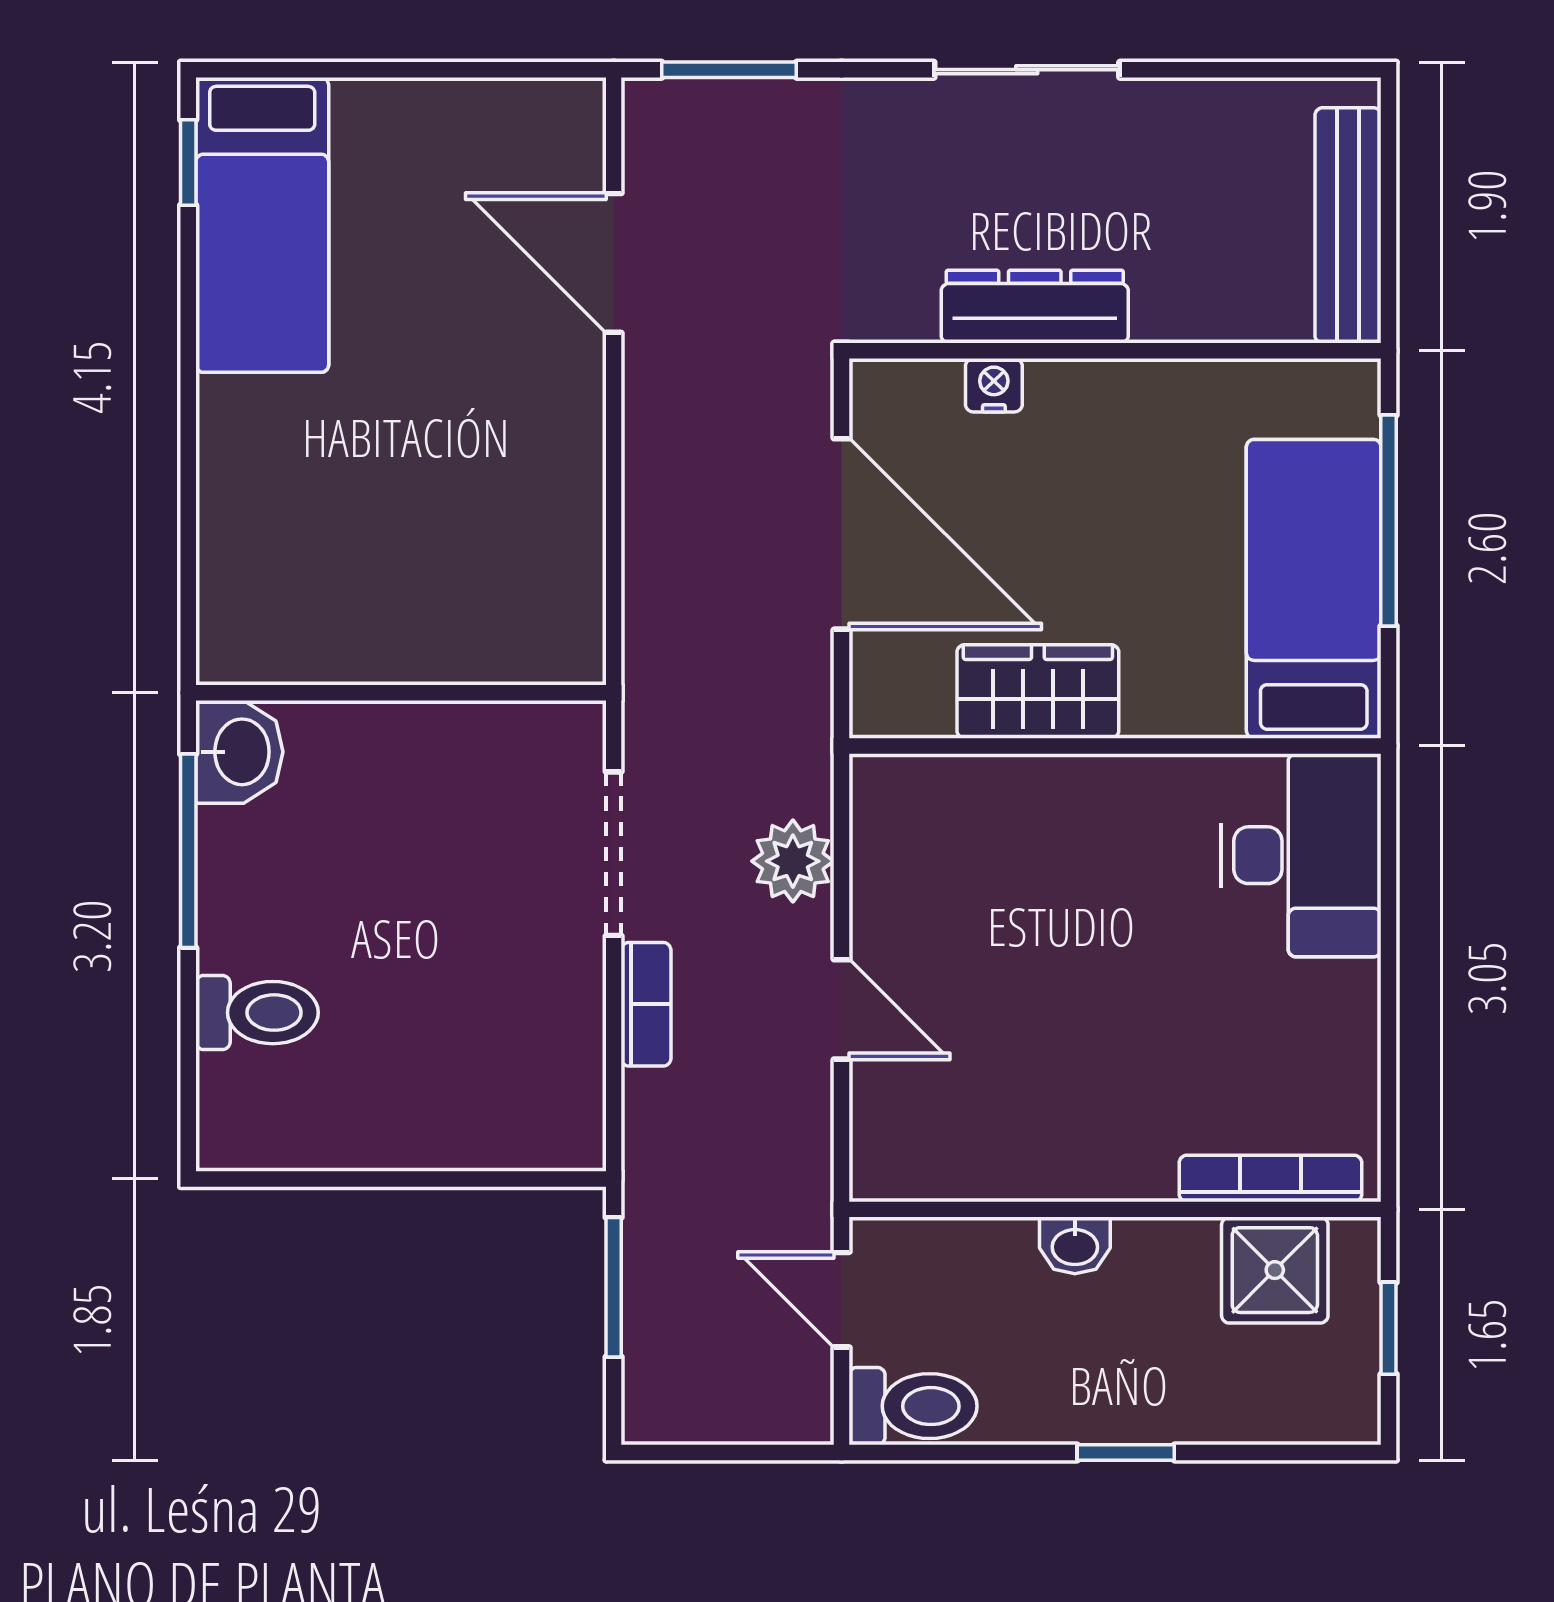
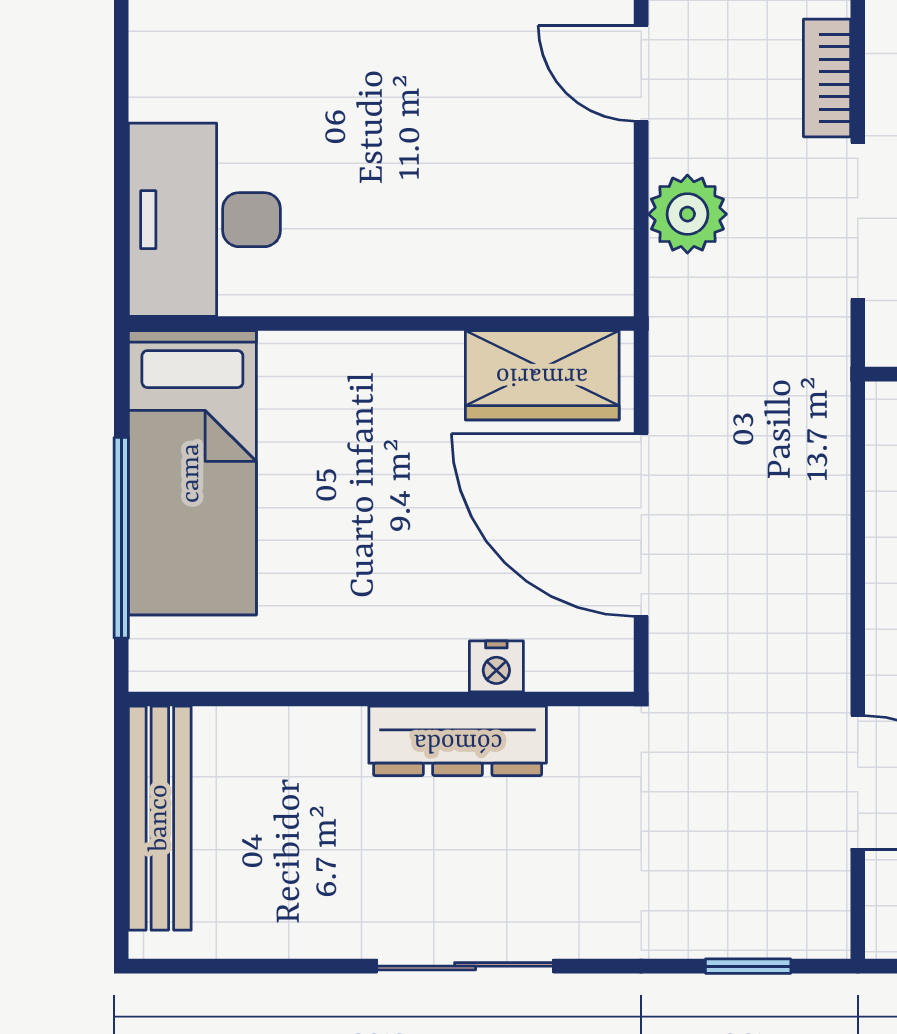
window: (729, 70) -> (748, 966), width x0.67
wardrobe: (1038, 691) -> (542, 375), moved

